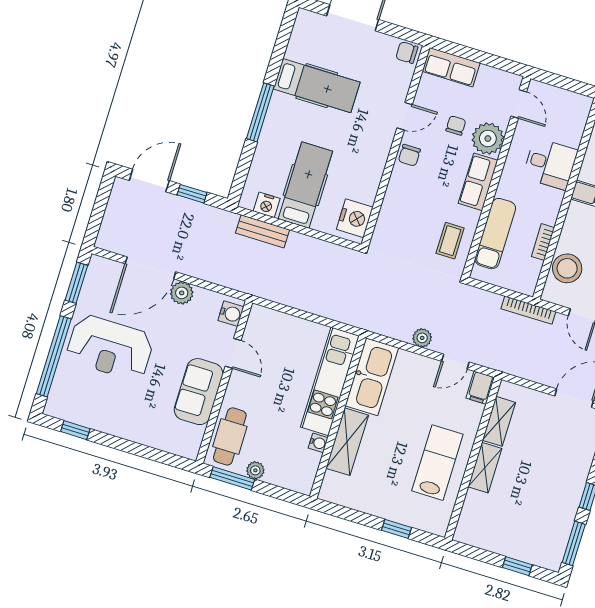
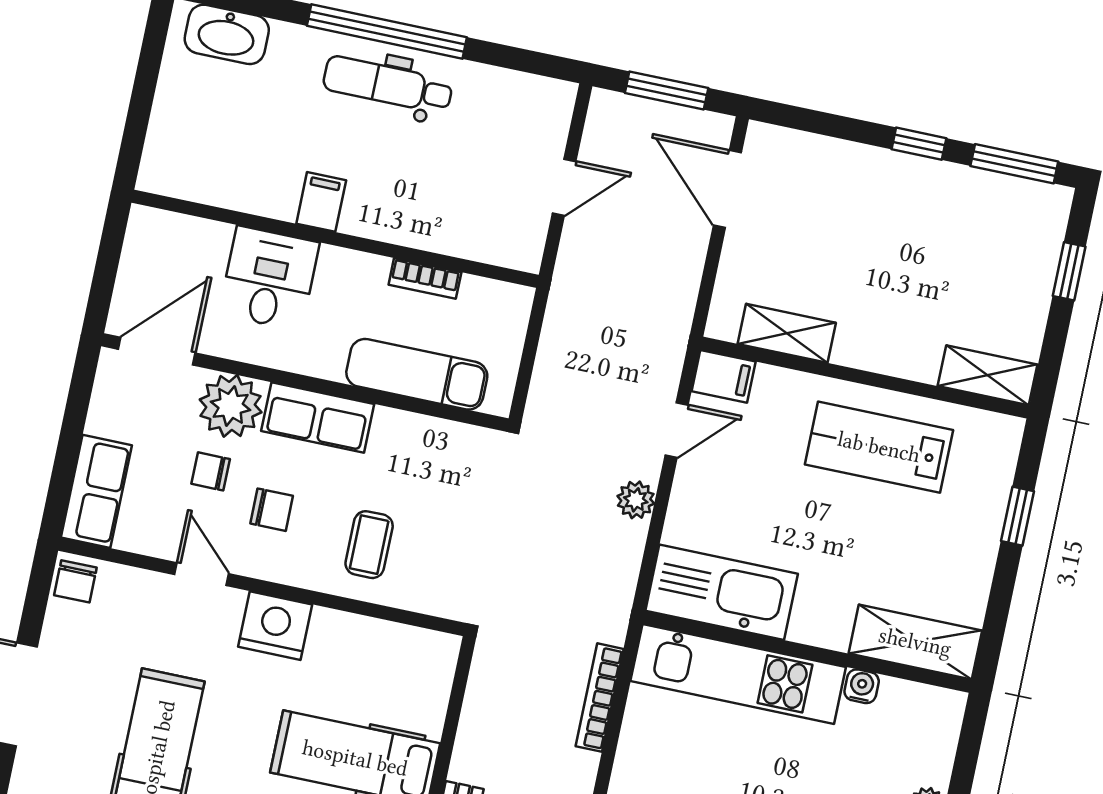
door: (519, 104) -> (157, 351), width x1.38
chair: (409, 155) -> (272, 510), moved
nightstand: (355, 218) -> (275, 626), moved
coffee table: (450, 241) -> (369, 545), moved, turned 90
stool: (567, 268) -> (473, 226), removed
bookcase: (528, 310) -> (600, 698), moved, turned 180
door: (455, 362) -> (677, 430), hinge flipped
shelving: (347, 442) -> (915, 642), moved
shelving: (485, 468) -> (987, 375), moved

